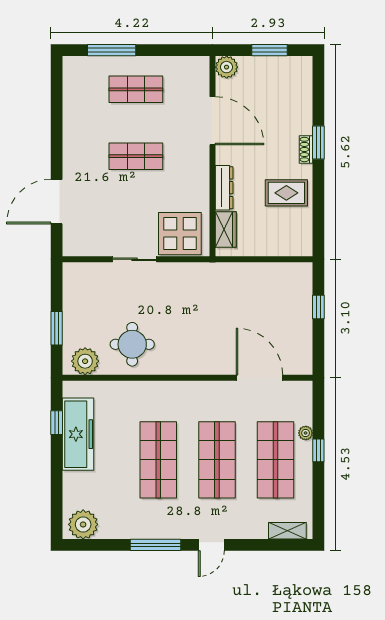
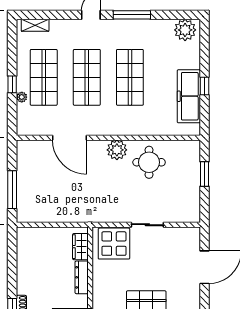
rug: (286, 193) -> (36, 274), removed
window: (318, 307) -> (12, 190), width x2.17
plant: (85, 361) -> (117, 150), moved
door: (260, 378) -> (69, 138), moved
window: (57, 423) -> (205, 86), moved

